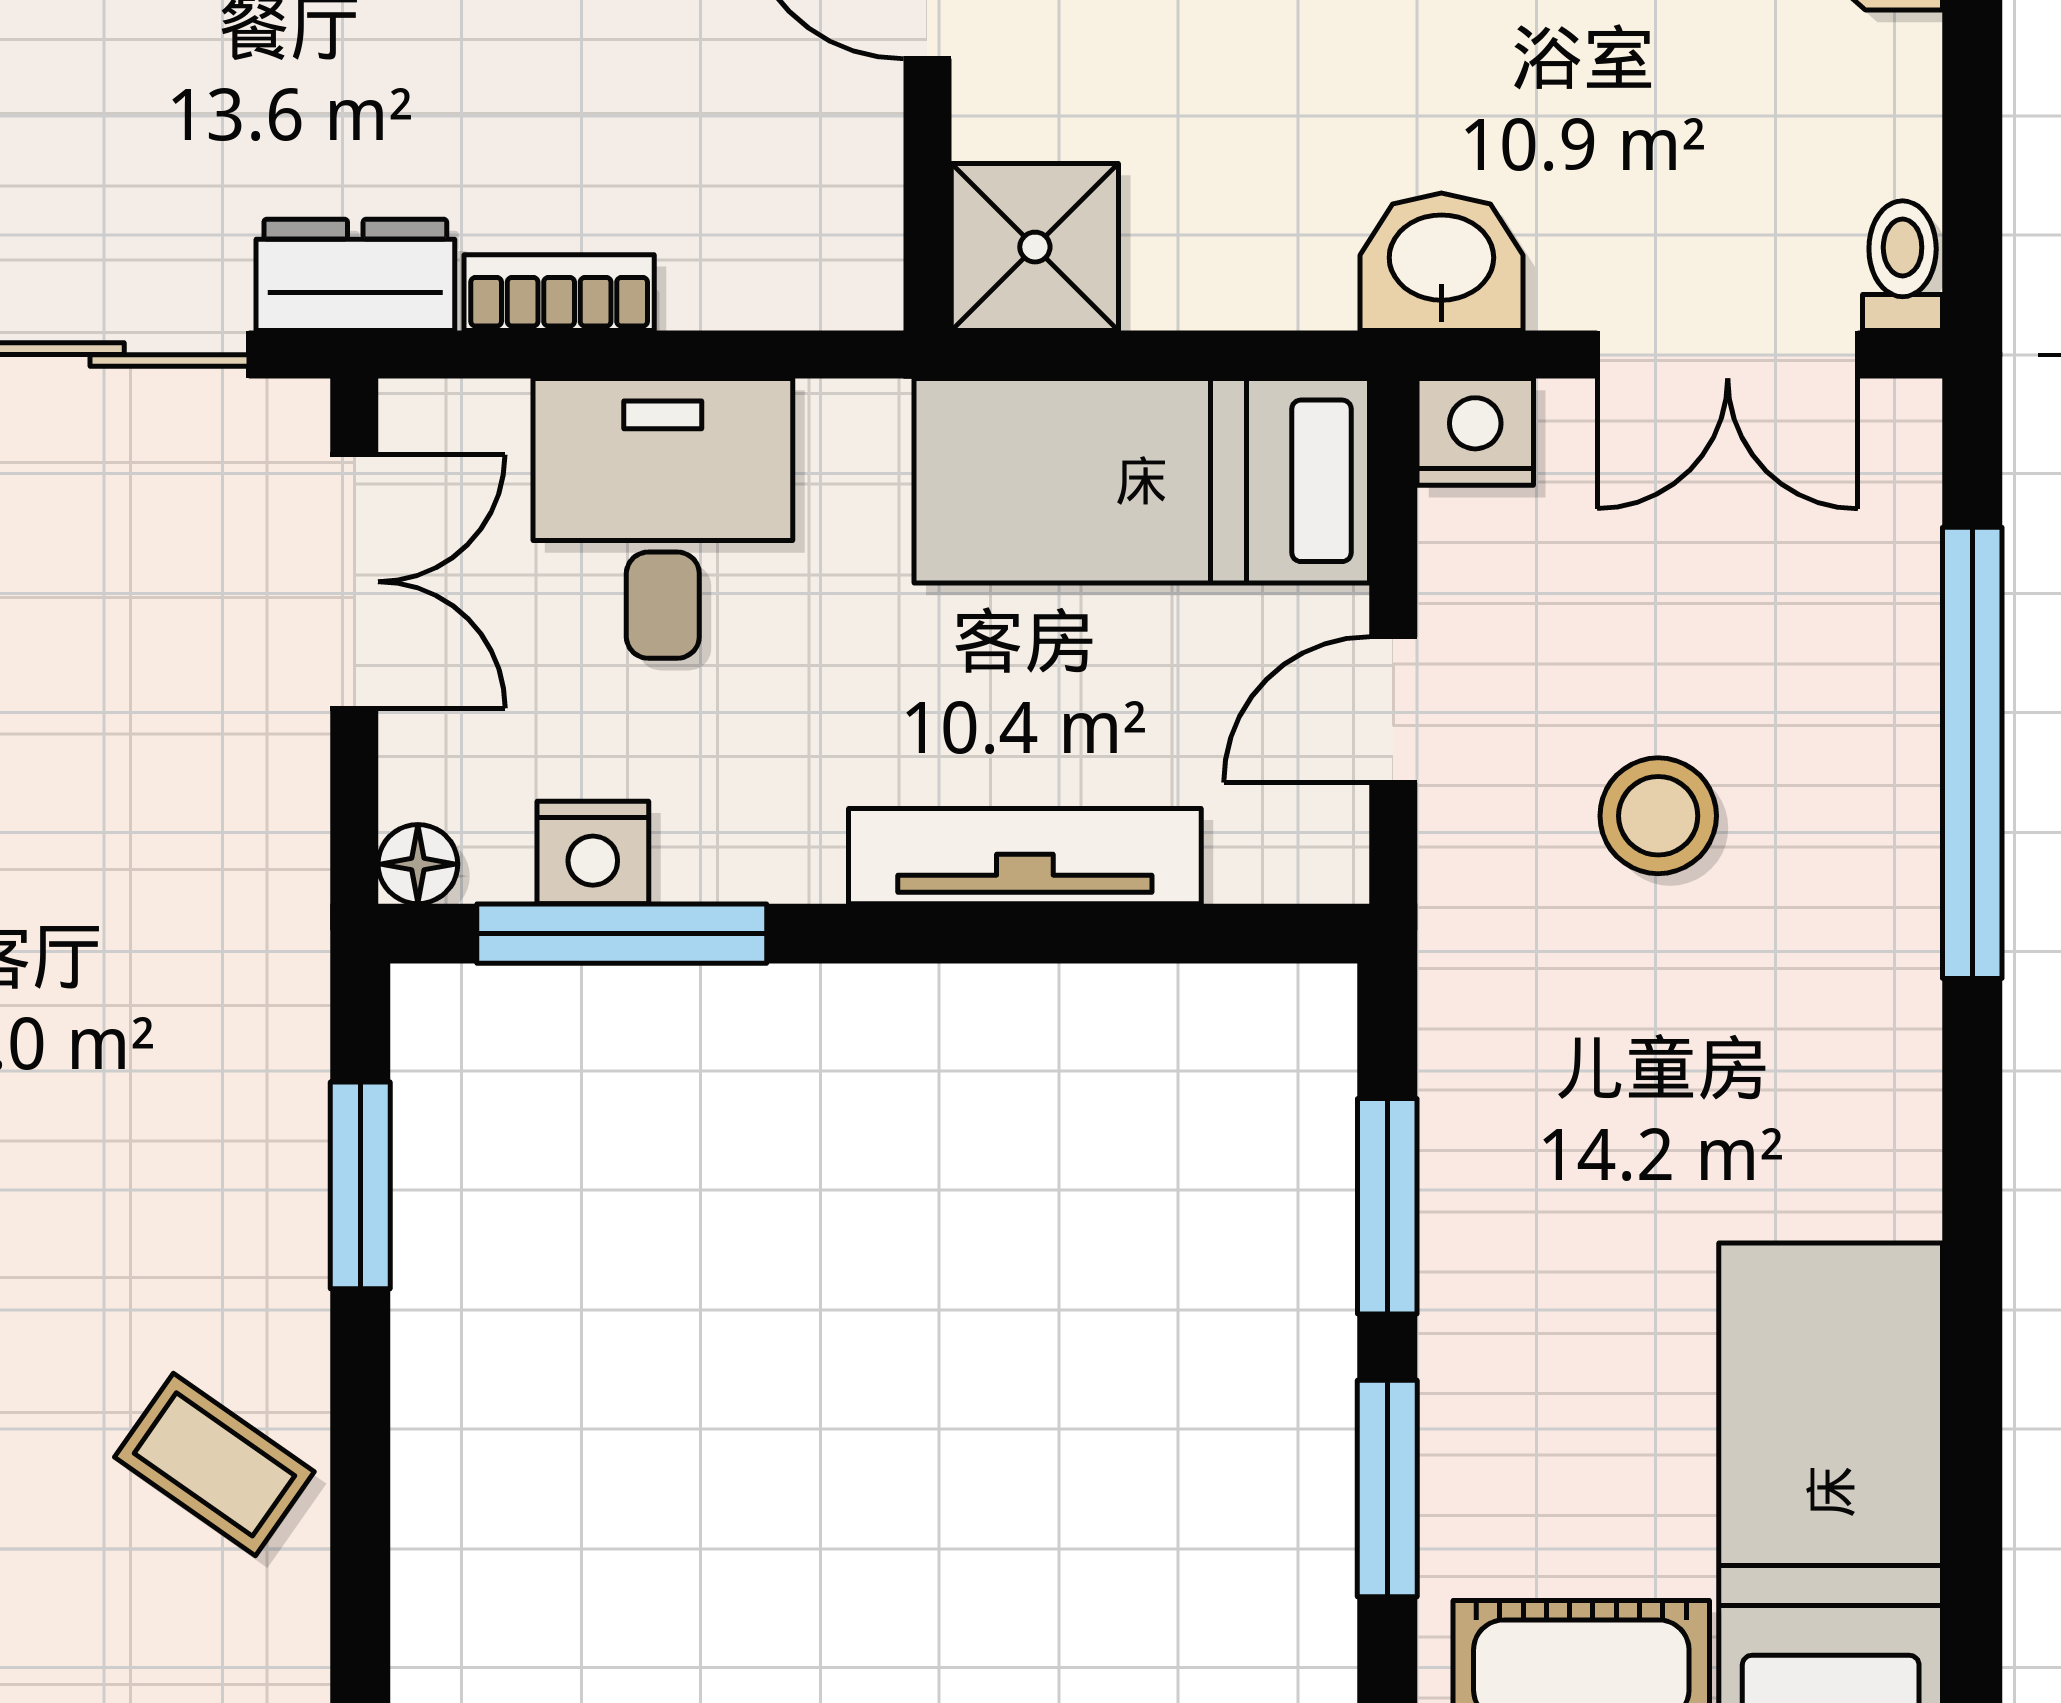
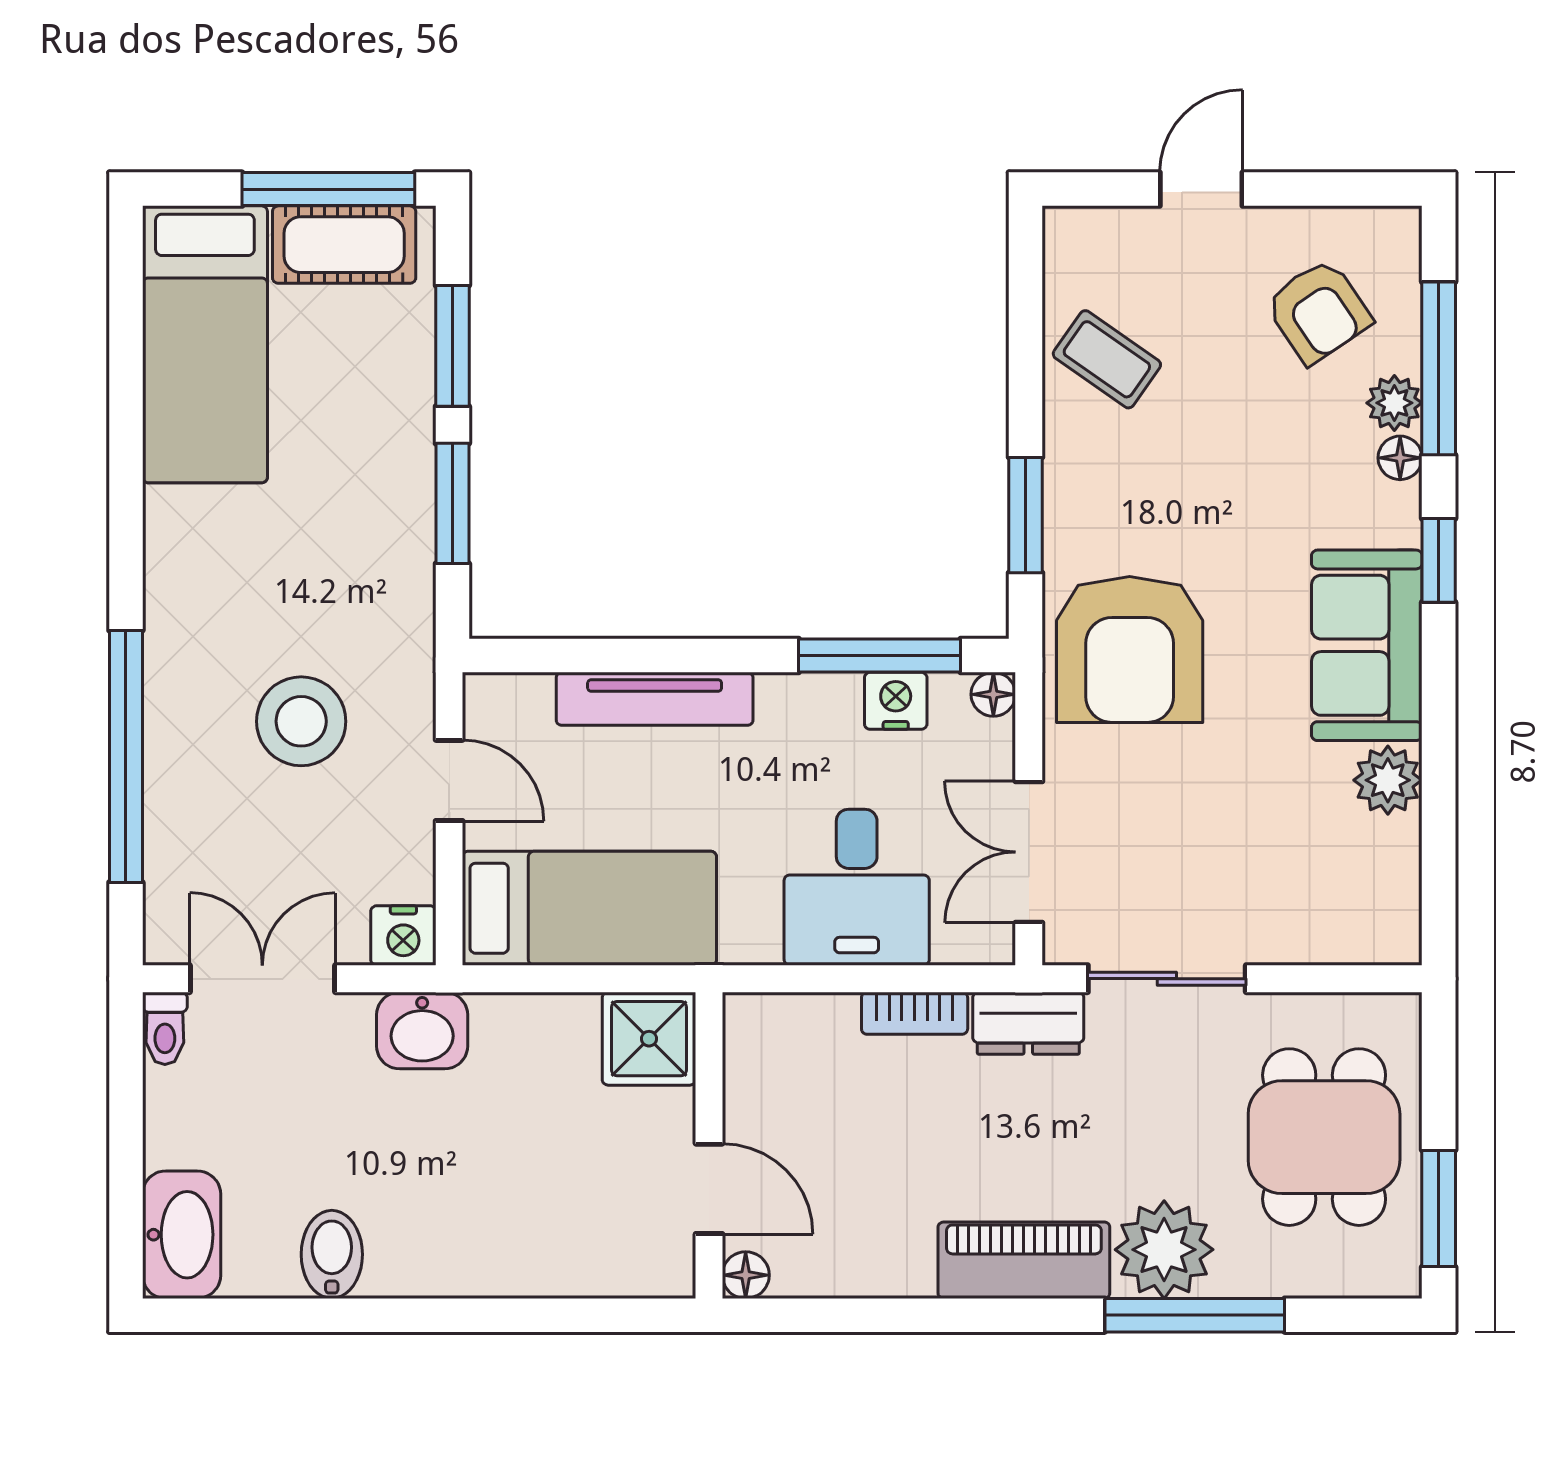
door: (1393, 710) -> (449, 780), hinge flipped
stool: (1658, 816) -> (301, 721), width x1.38, depth x1.38
armchair: (174, 944) -> (1130, 650), added

